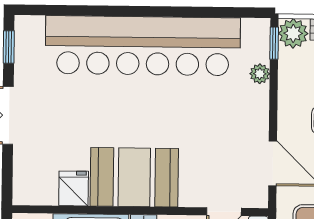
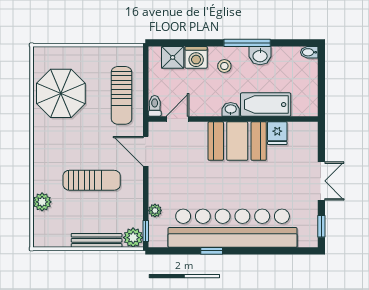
window: (175, 12) -> (212, 251), added

